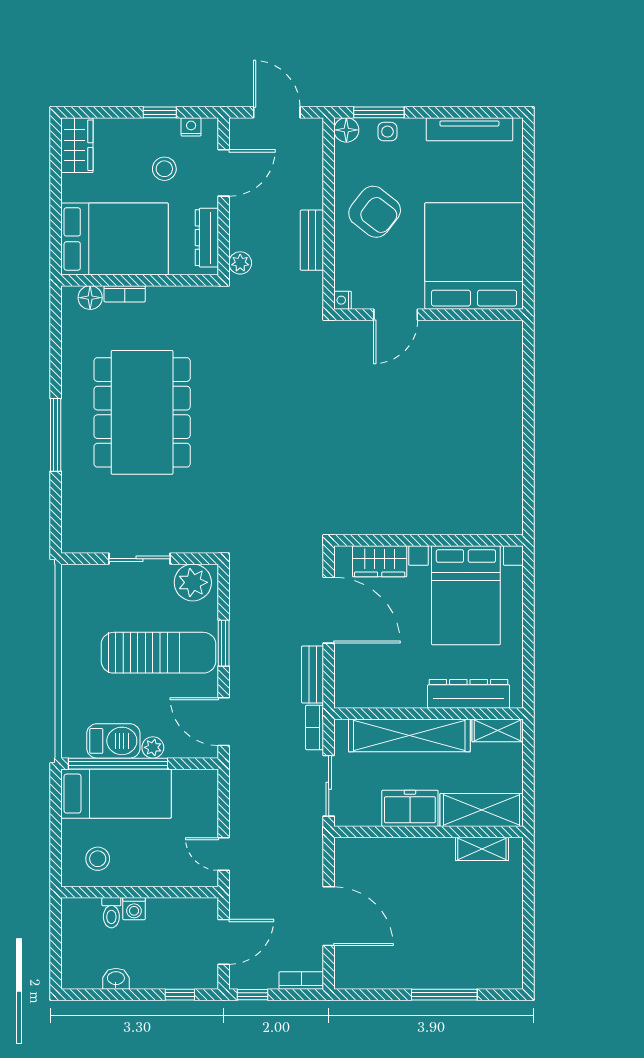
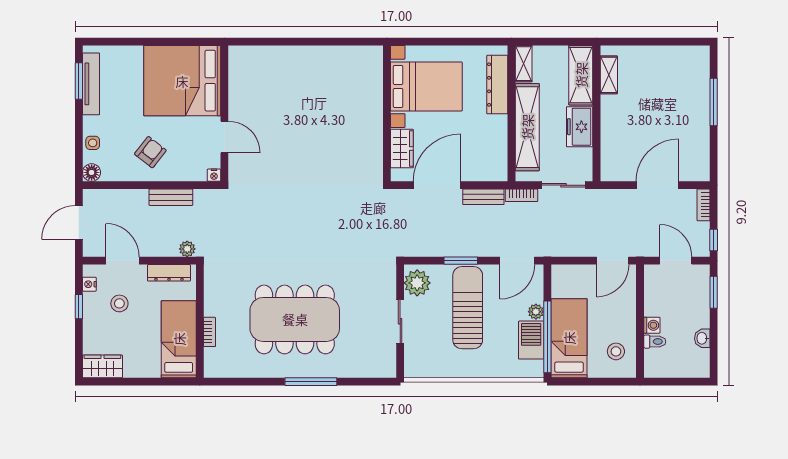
window: (379, 112) -> (79, 81), moved
armchair: (375, 212) -> (150, 152), width x0.72, depth x0.72
bed: (115, 239) -> (179, 339), width x0.67
floor lamp: (90, 298) -> (212, 357), removed
door: (224, 854) -> (613, 261), width x1.38
window: (180, 995) -> (714, 292), width x1.50

